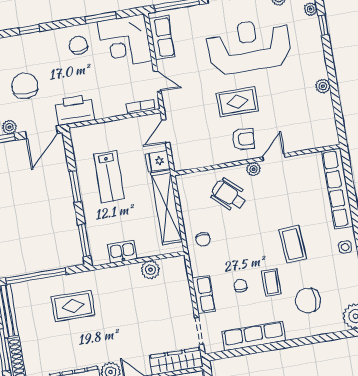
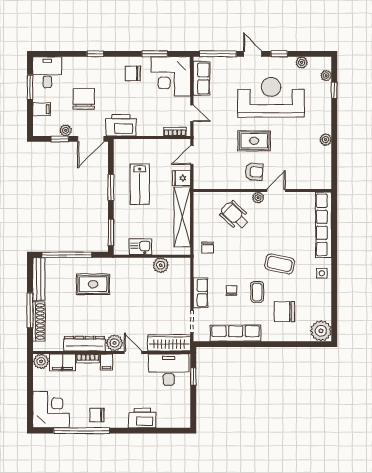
chair: (78, 45) -> (133, 73), turned -81
coffee table: (293, 244) -> (280, 264), turned -74

